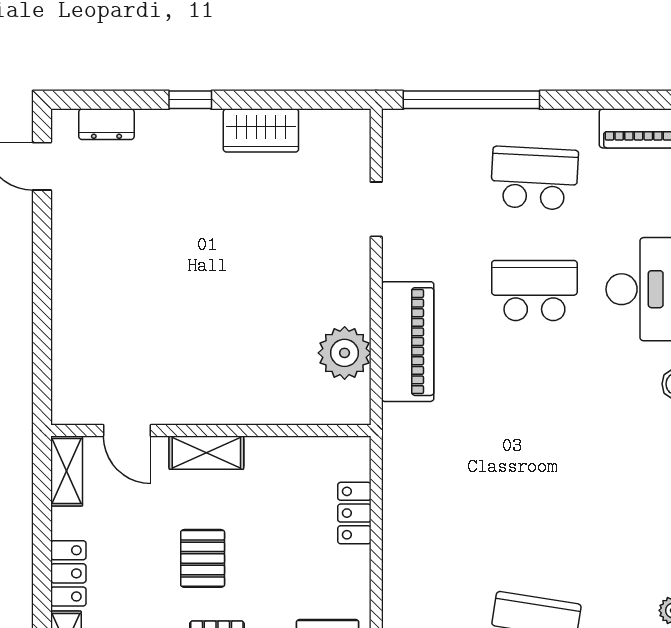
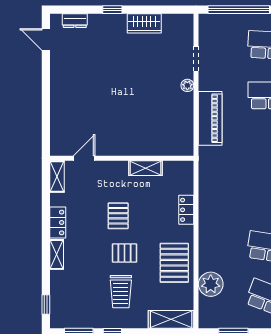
plant: (345, 353) -> (187, 85), moved, width x0.53, depth x0.53
door: (127, 431) -> (84, 158), swing flipped
shelving: (206, 453) -> (145, 168), moved
locker: (354, 513) -> (186, 210), moved

